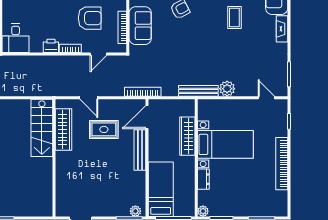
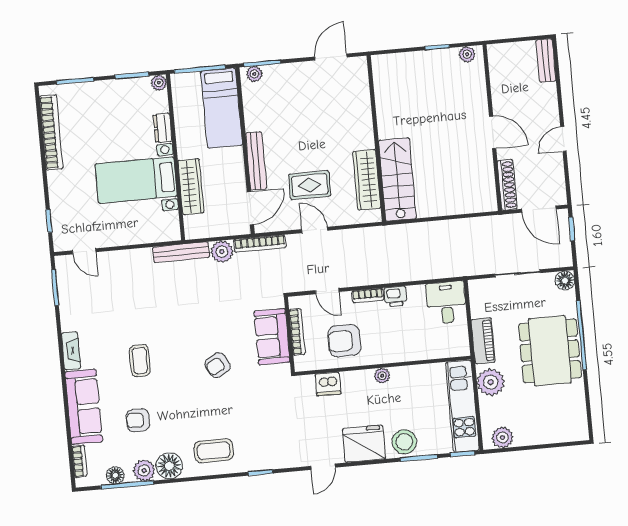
door: (98, 54) -> (327, 291), swing flipped
plant: (227, 89) -> (222, 252), moved
door: (89, 98) -> (315, 230), moved
bookcase: (282, 164) -> (51, 132), moved

